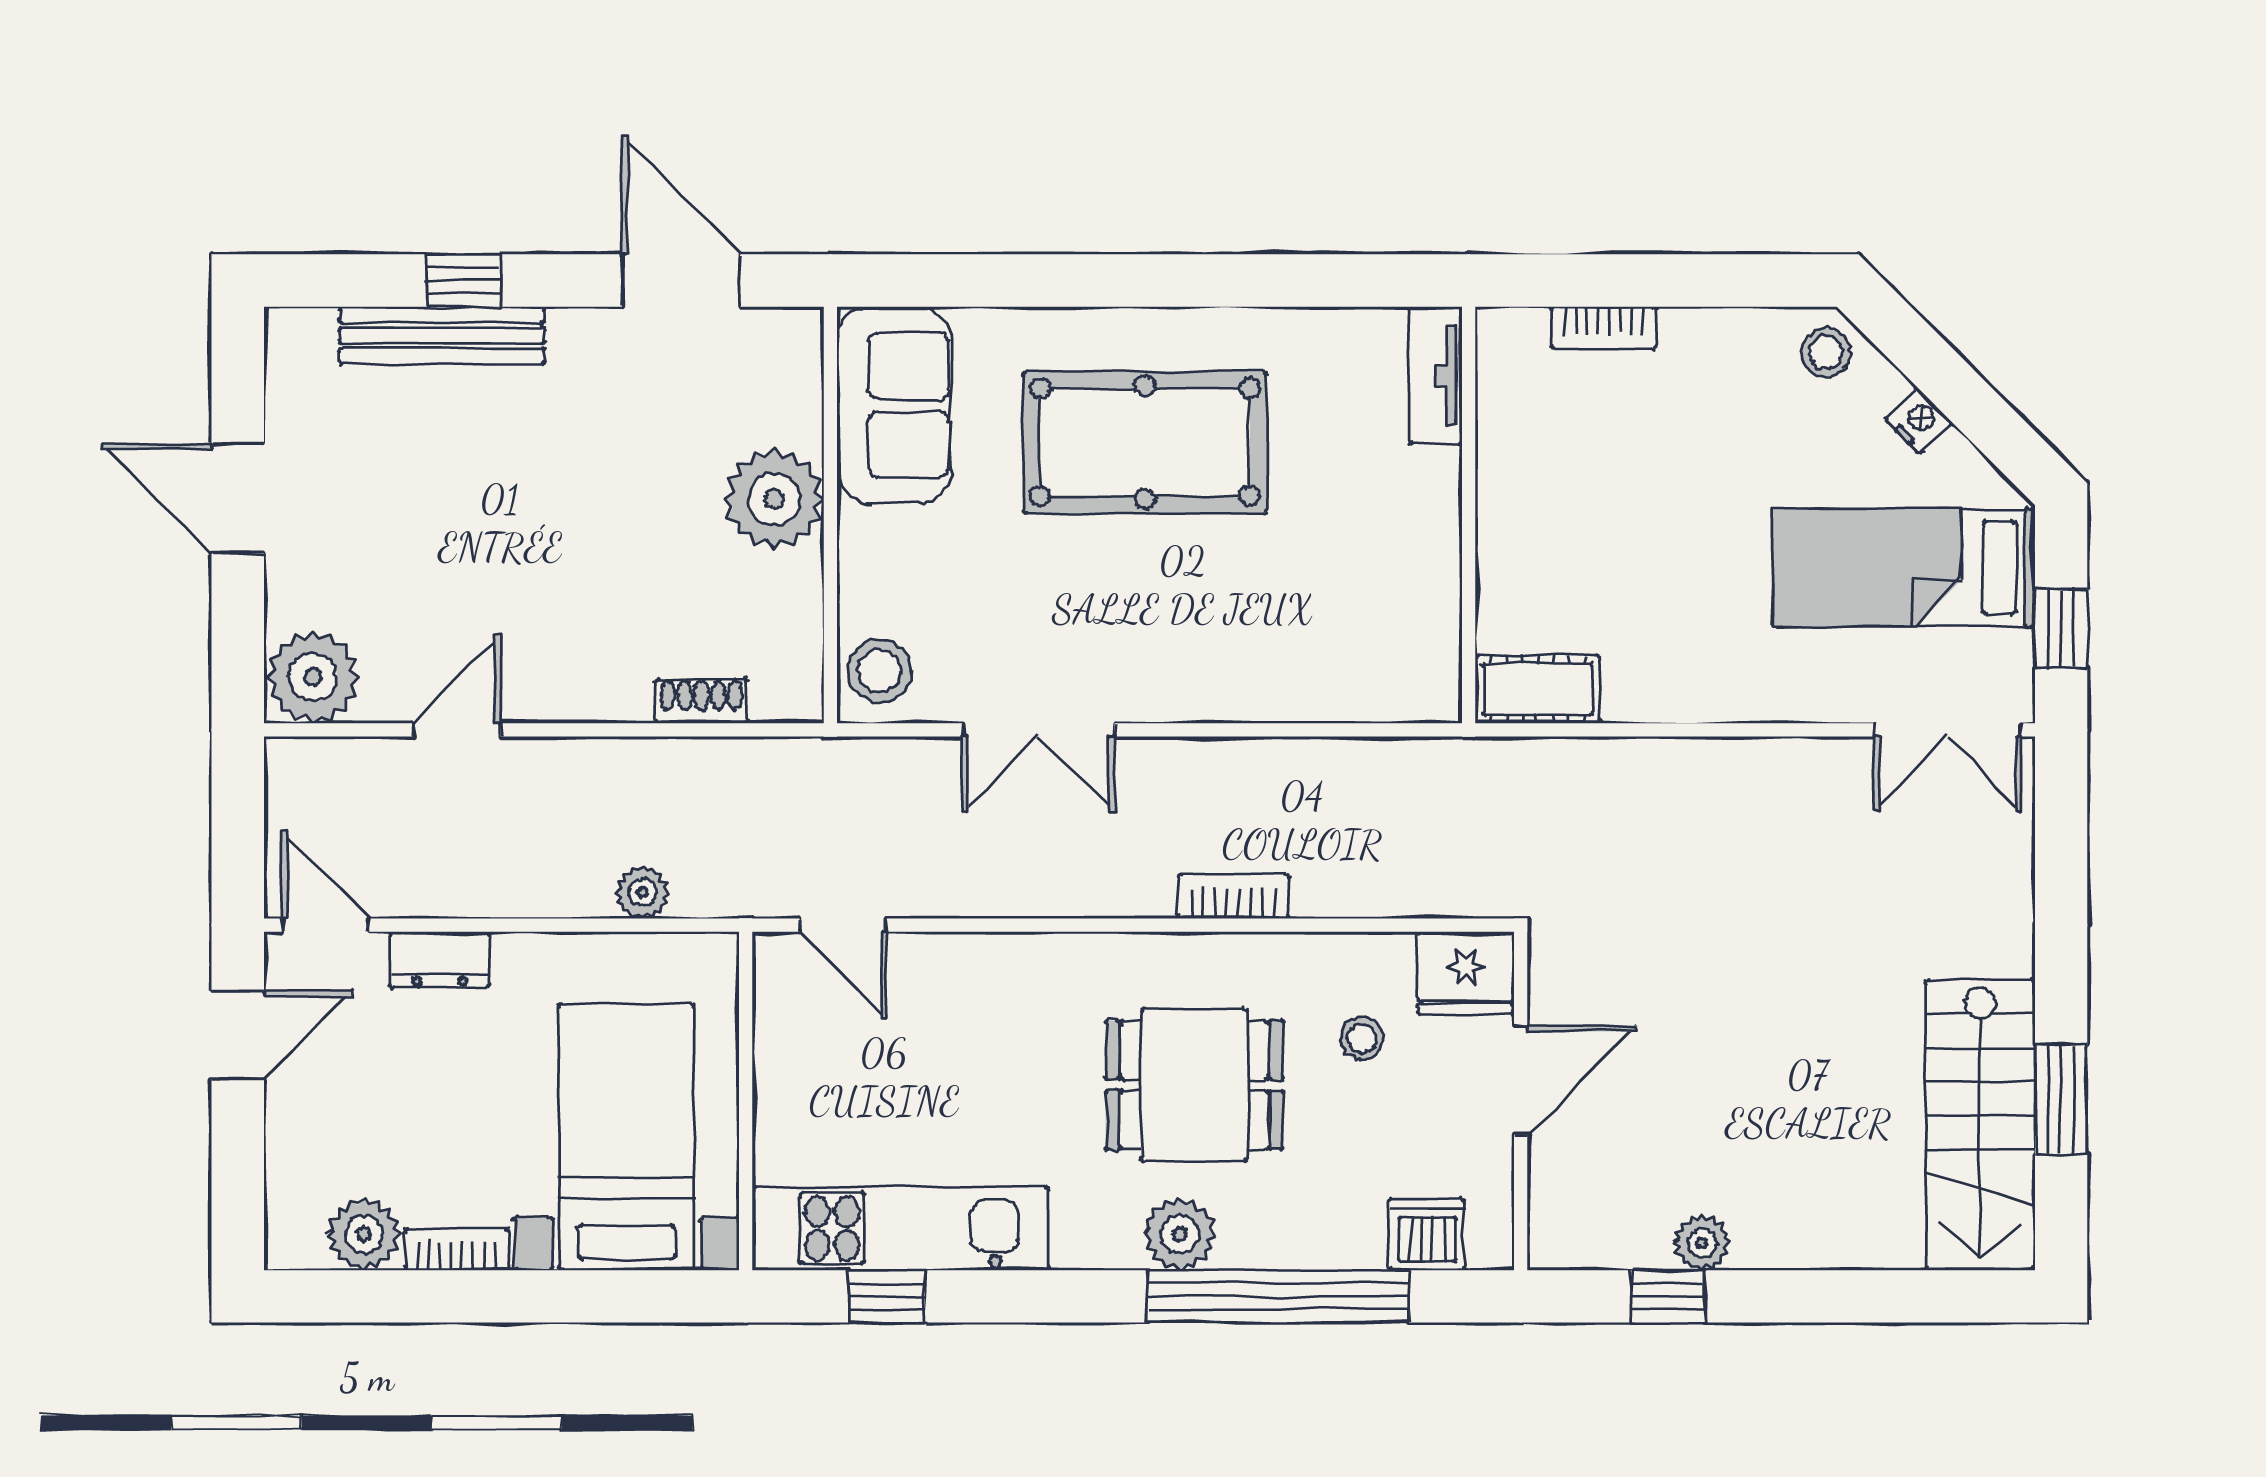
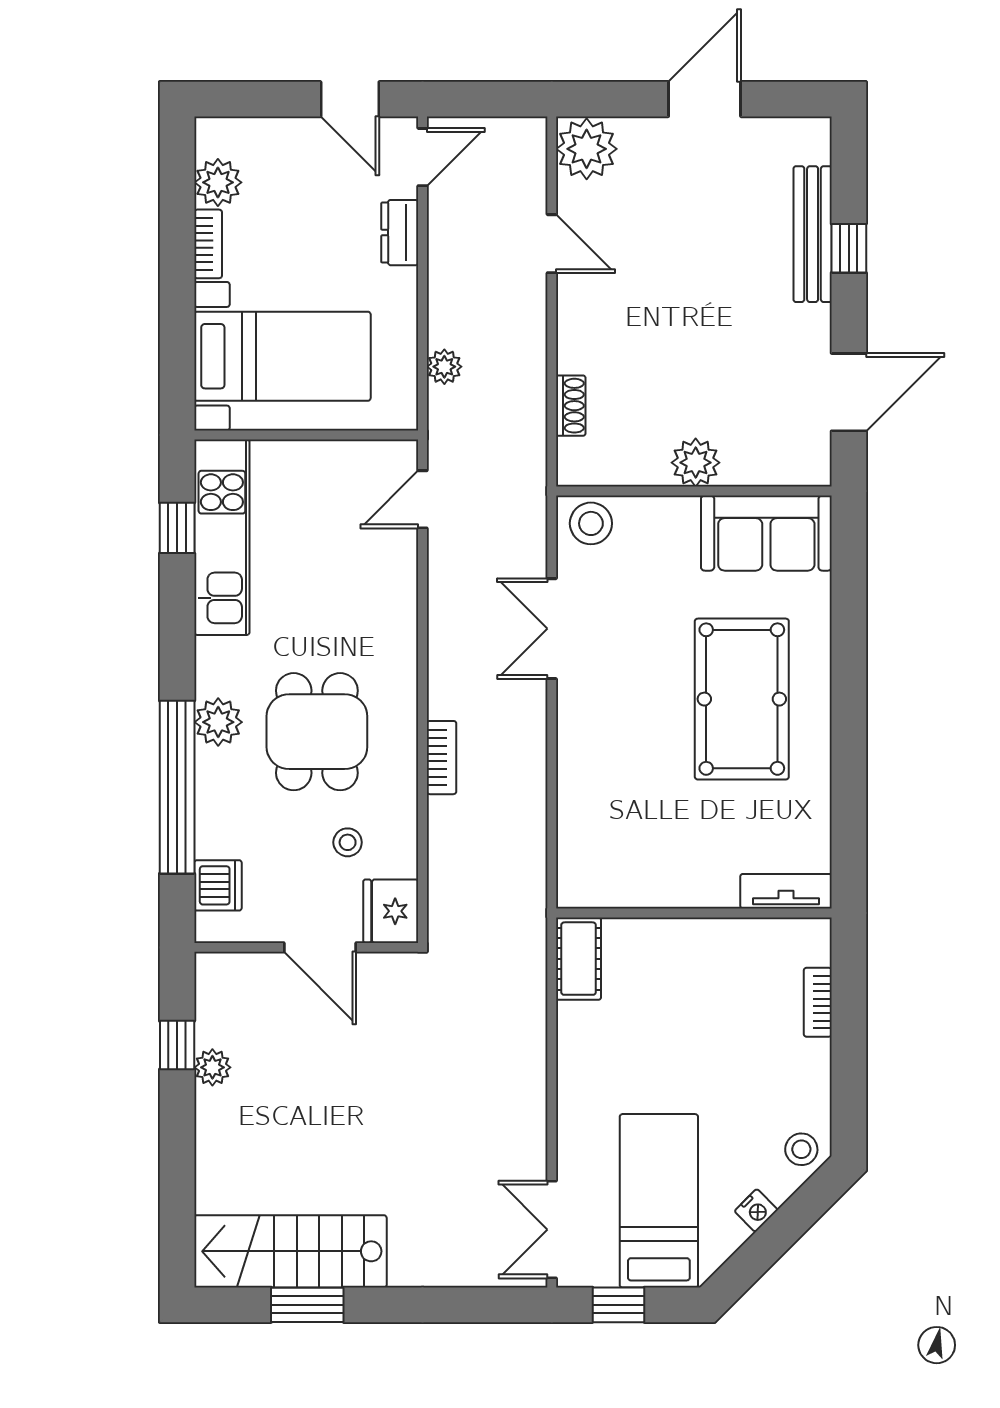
plant: (774, 499) -> (696, 463), width x0.73, depth x0.73

